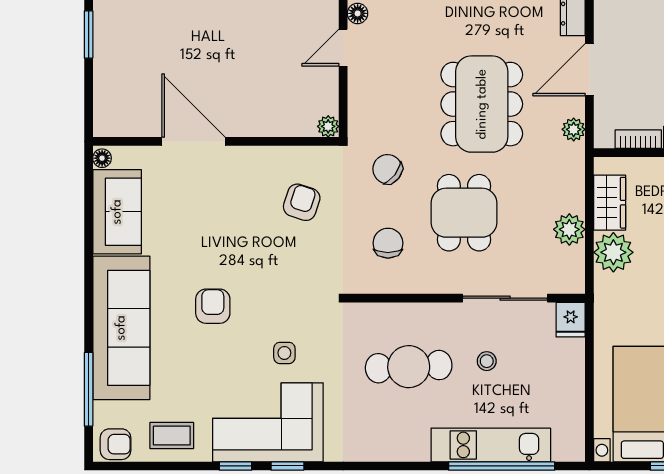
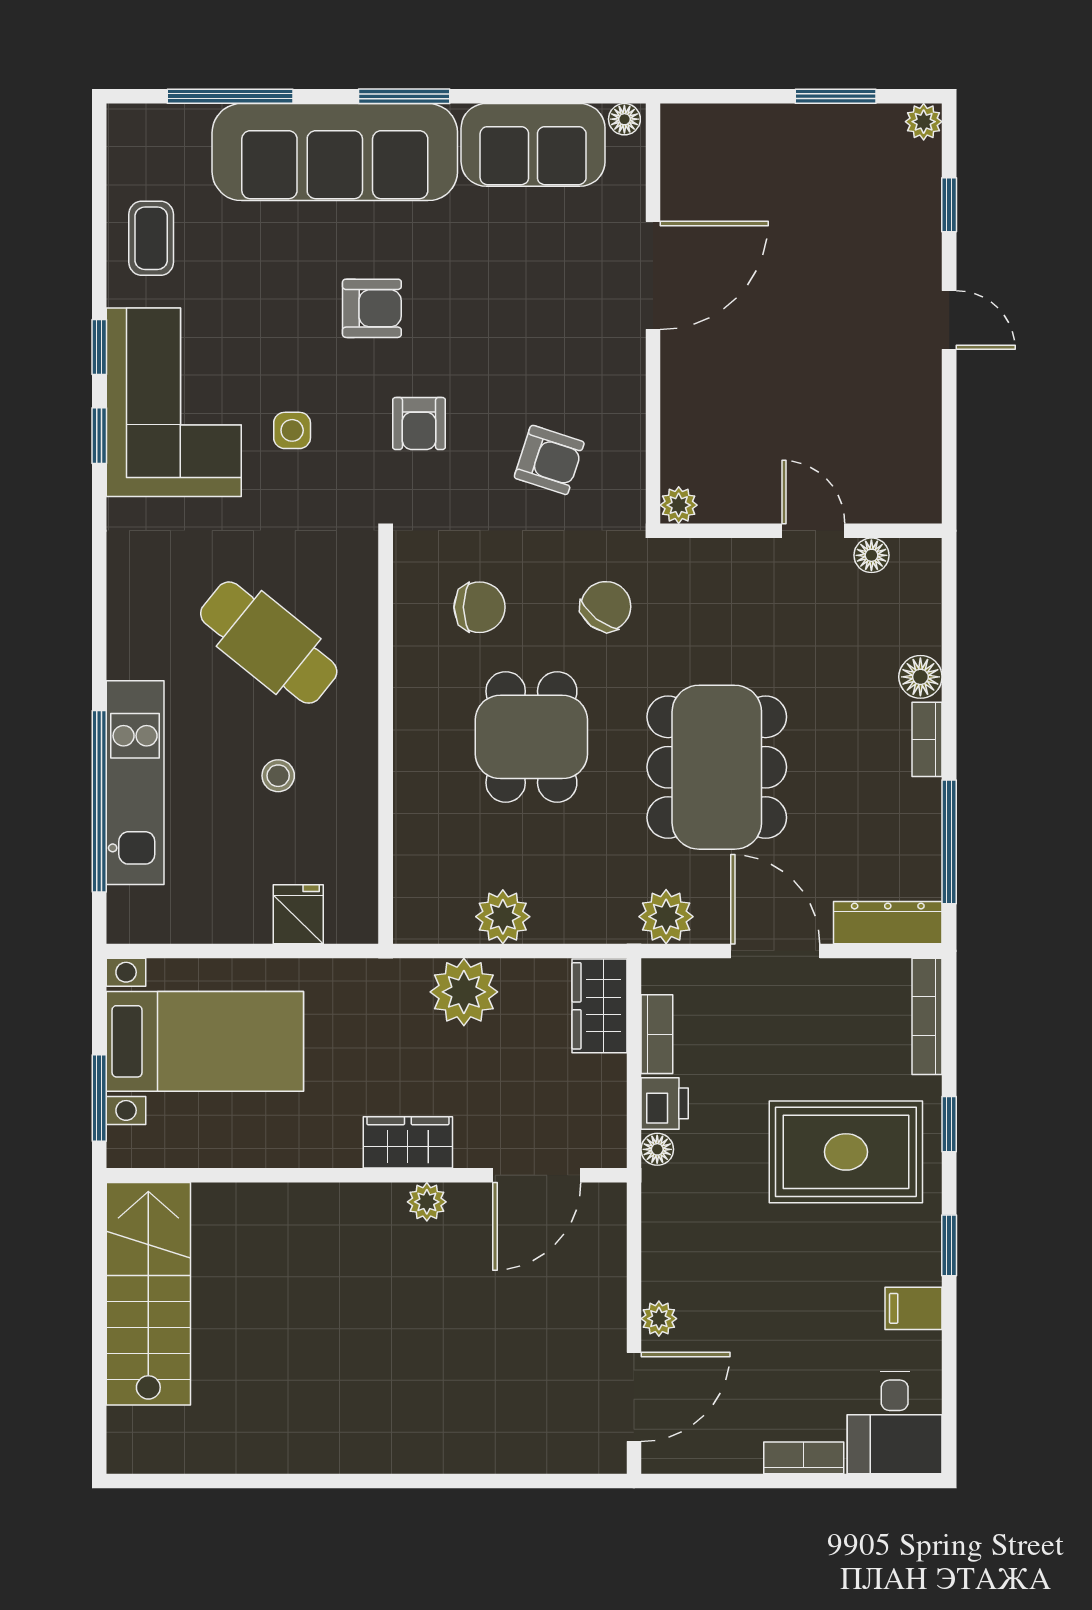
dining table: (482, 104) -> (717, 767), turned 90
plant: (574, 129) -> (666, 917), width x1.38, depth x1.38
wardrobe: (610, 203) -> (600, 1006), moved, turned 90
dining table: (464, 213) -> (531, 737), turned 90
window: (89, 287) -> (404, 96), added
sliding door: (505, 298) -> (386, 807), removed
fridge: (571, 320) -> (298, 914), moved, turned 90
cafe table: (409, 367) -> (269, 643), turned -48
armchair: (116, 444) -> (419, 424), moved

